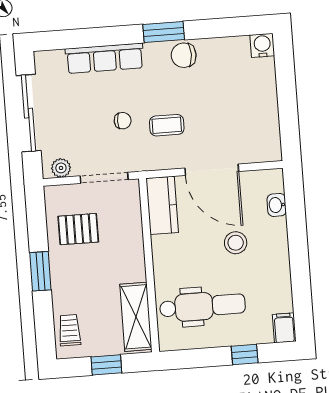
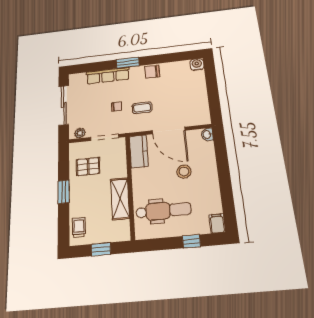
window: (164, 32) -> (128, 63), moved
washbasin: (277, 205) -> (207, 135), moved
shelving: (136, 317) -> (120, 199), moved

